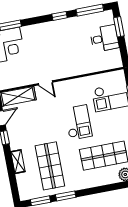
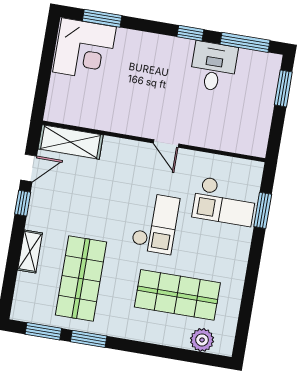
desk: (104, 38) -> (214, 67), moved, turned -90
door: (45, 83) -> (166, 143), moved

